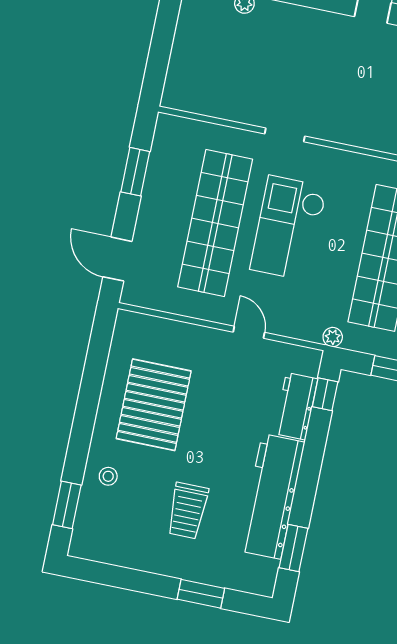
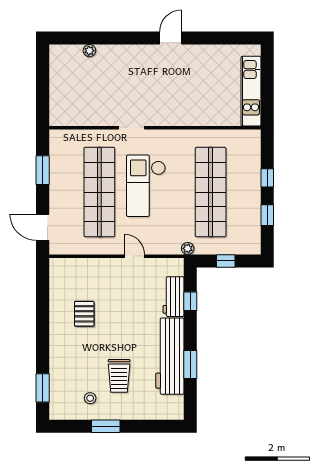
window: (325, 394) -> (190, 301), moved
pallet: (154, 405) -> (84, 314), width x0.49, depth x0.50
stool: (108, 476) -> (90, 398), moved
window: (293, 548) -> (190, 365), moved
window: (201, 594) -> (106, 426), moved

